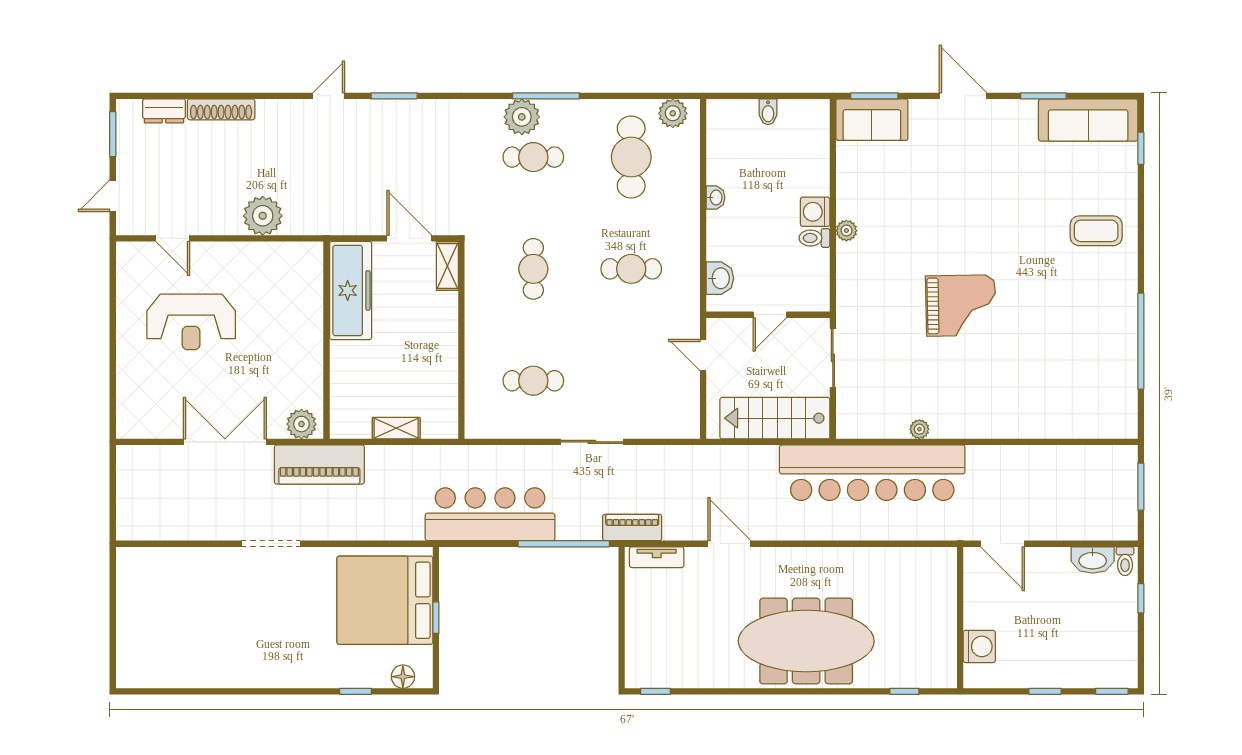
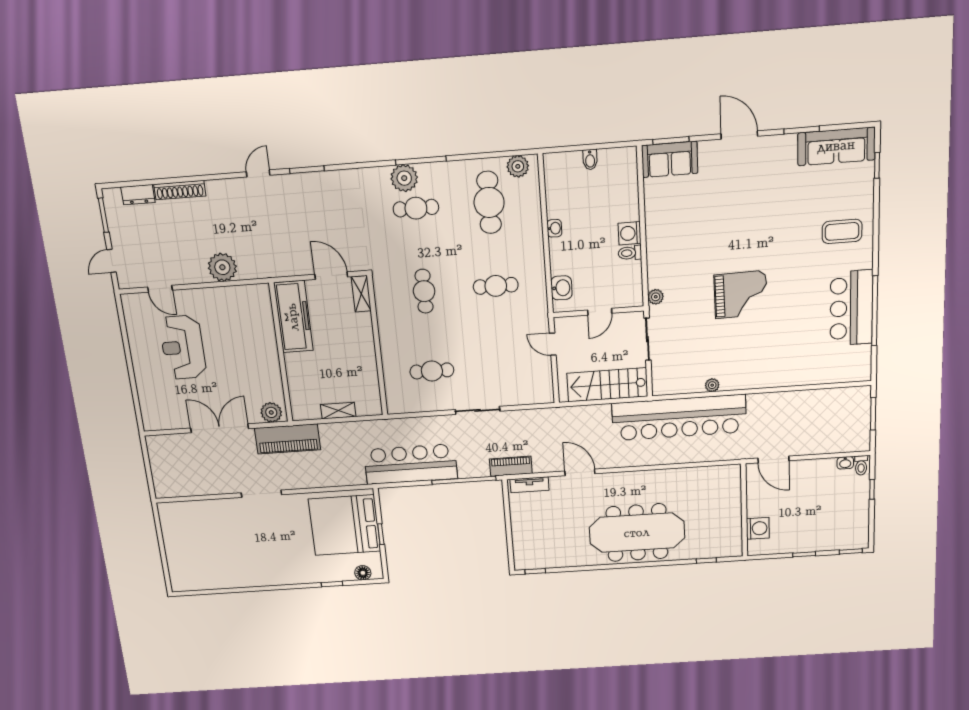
plant: (846, 231) -> (656, 297), moved
reception desk: (191, 322) -> (183, 347), turned 90
bar counter: (1110, 335) -> (851, 308), added
washbasin: (1093, 560) -> (845, 463), width x0.52, depth x0.69

